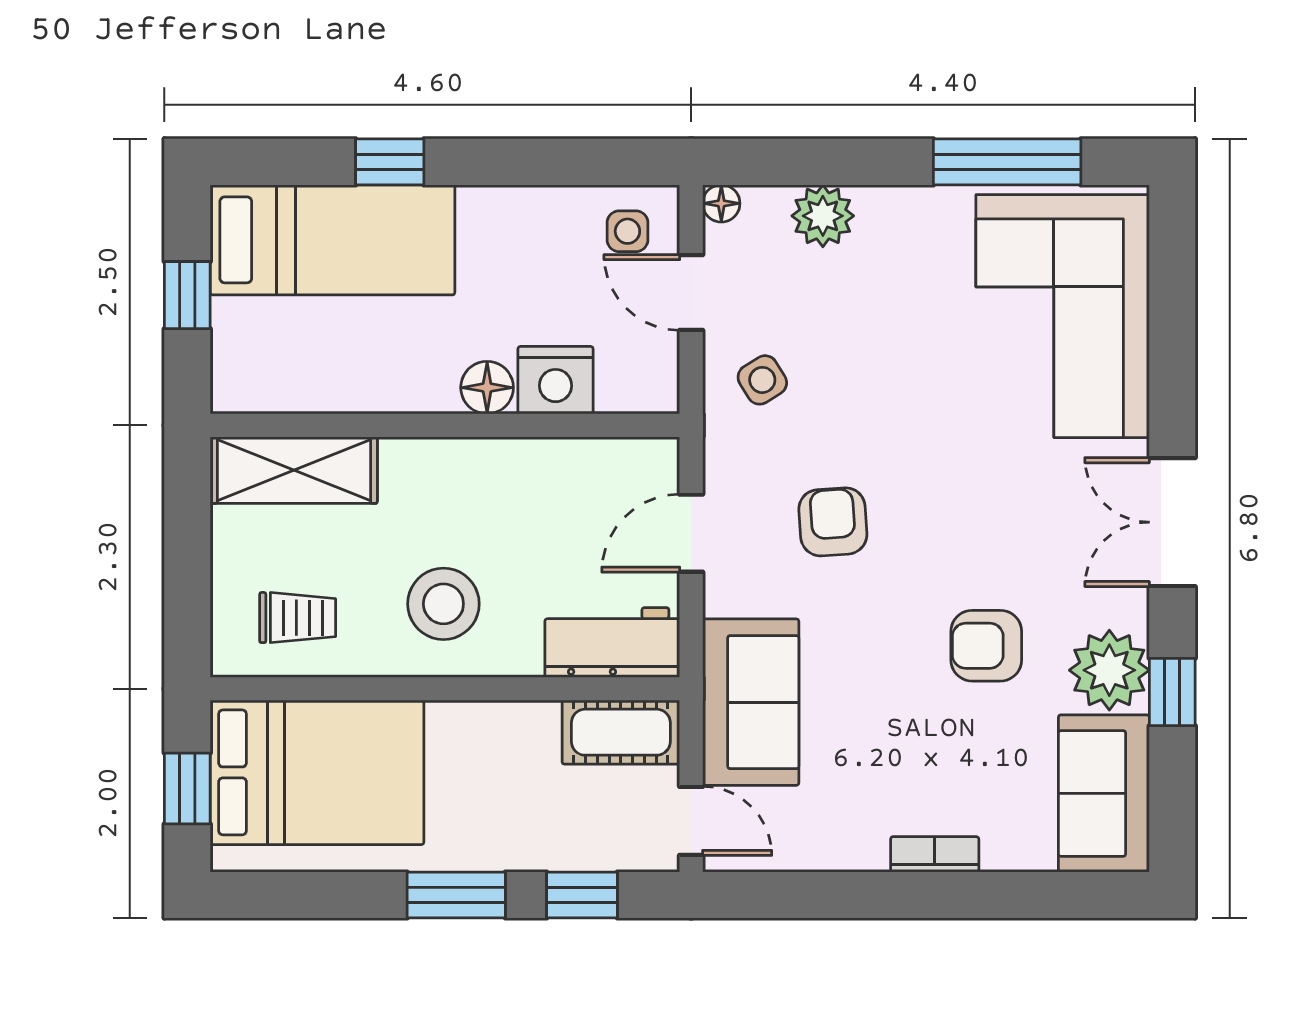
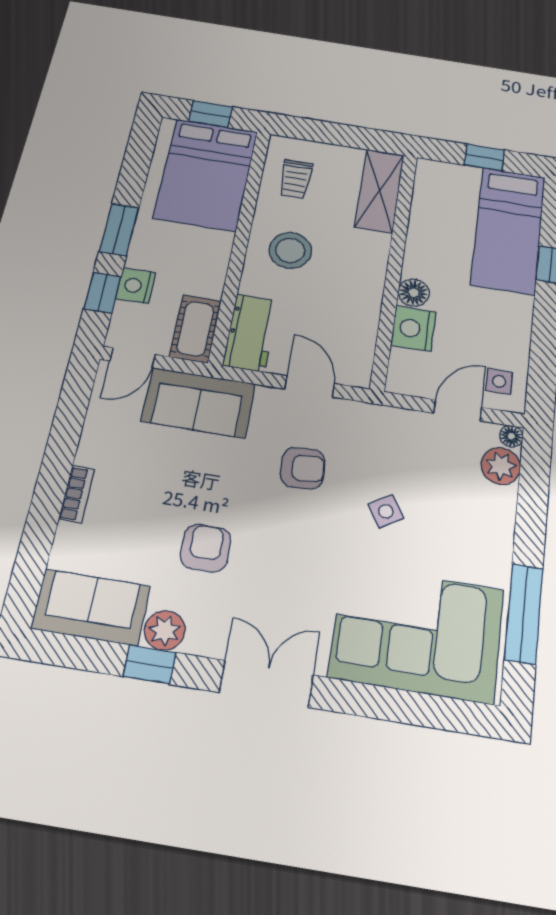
plant: (823, 216) -> (501, 466), moved
side table: (762, 380) -> (386, 511), moved
plant: (1109, 670) -> (165, 630), width x0.73, depth x0.73
nightstand: (559, 844) -> (136, 286), added

